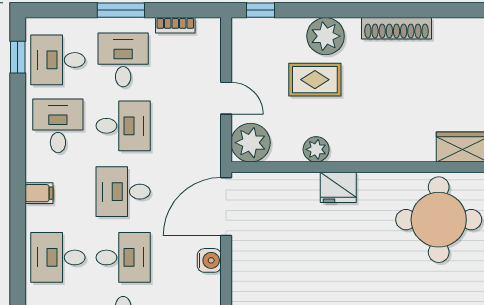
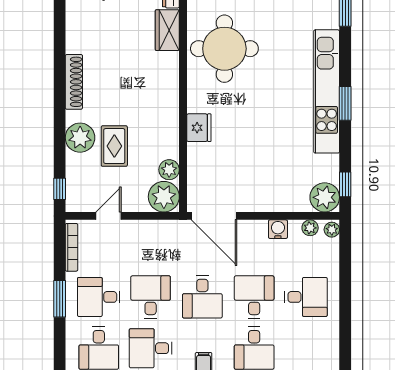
bookcase: (175, 25) -> (71, 247), width x1.56
door: (226, 98) -> (108, 216), moved
plant: (316, 149) -> (169, 170), moved
water cooler: (209, 260) -> (278, 229), moved

